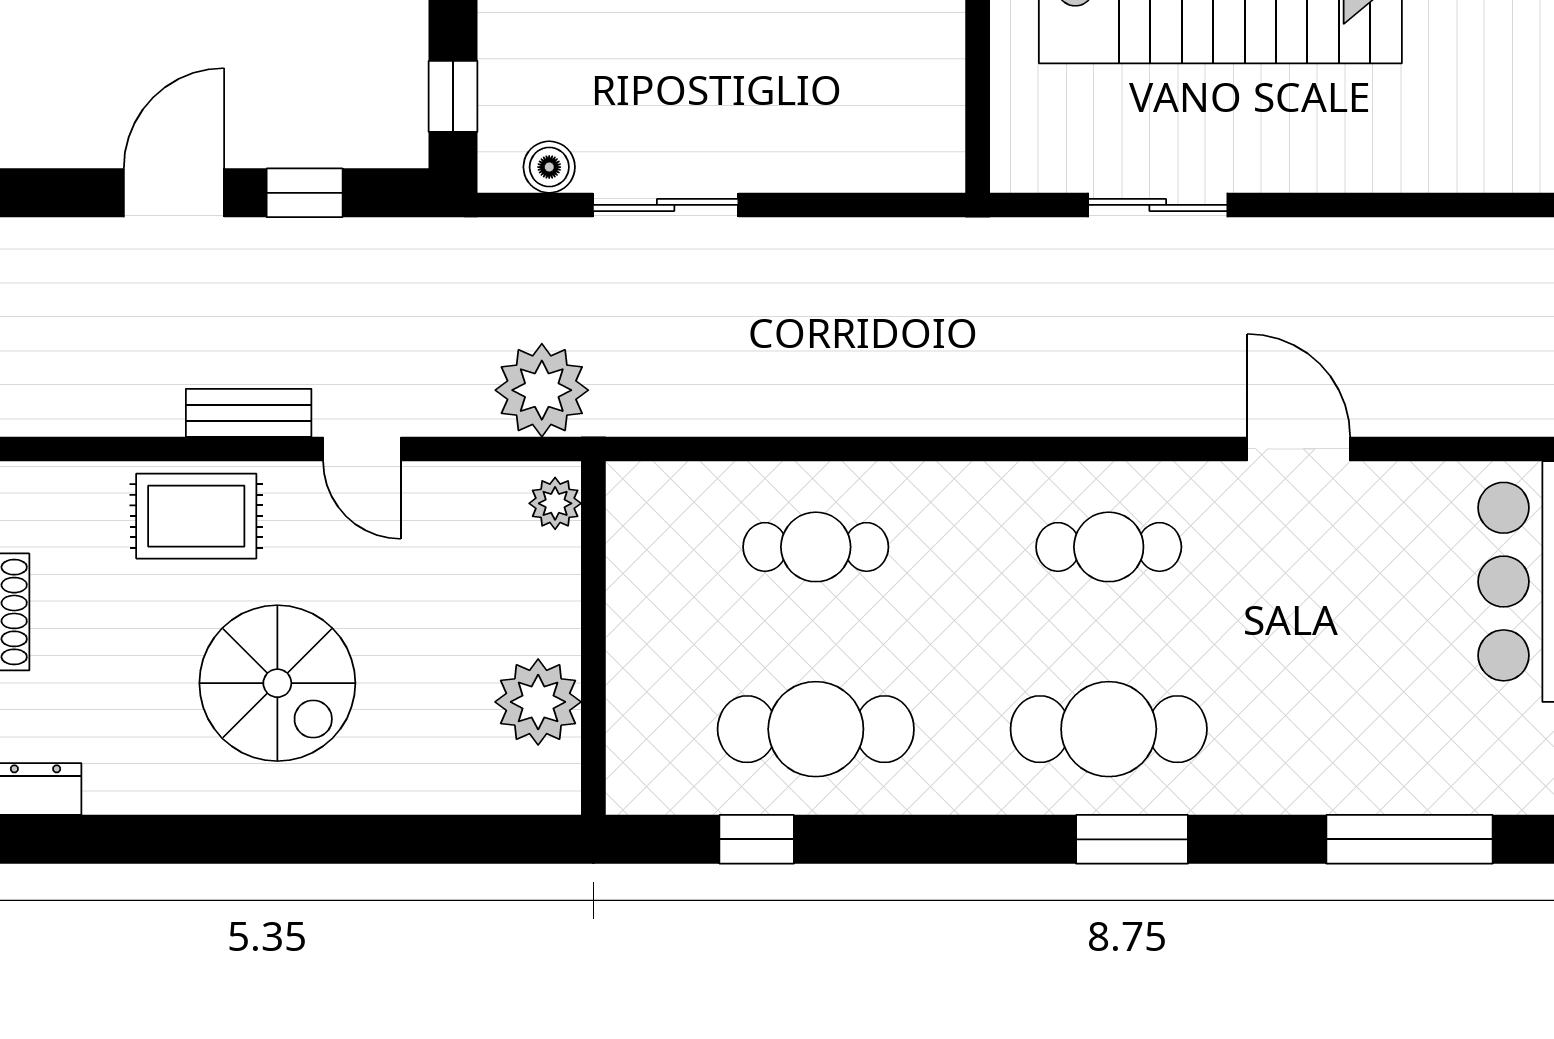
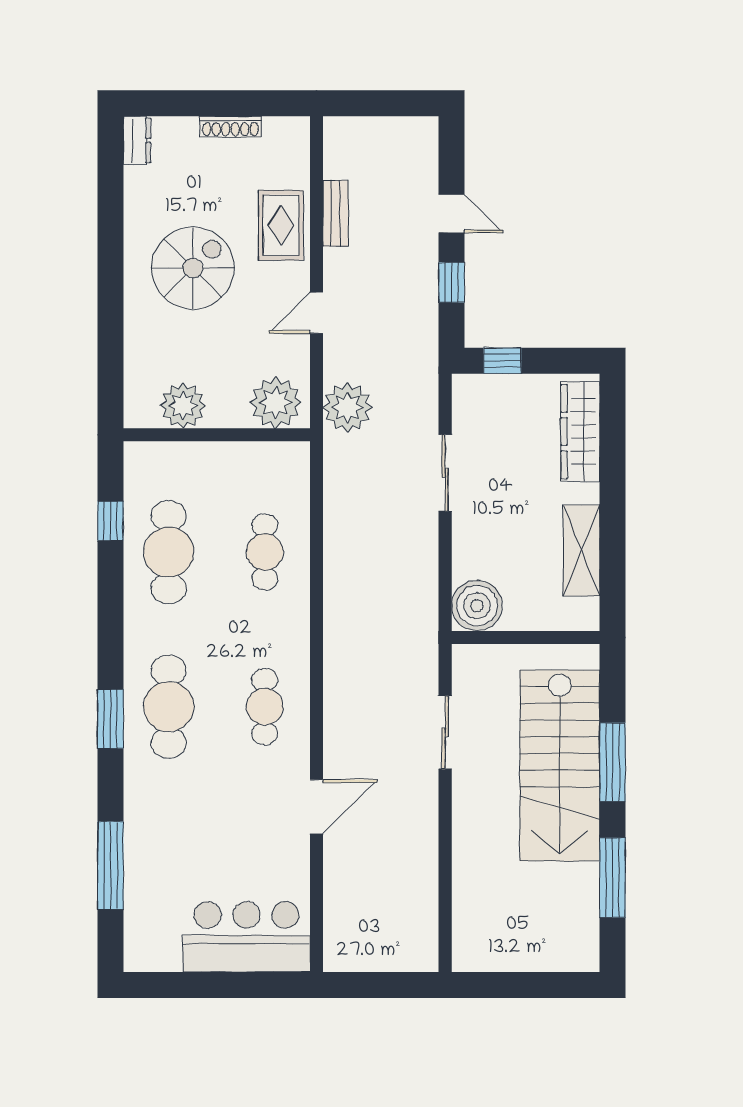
boiler: (549, 167) -> (477, 606), moved, width x1.86, depth x1.86
door: (174, 193) -> (452, 213), width x0.73
bench: (249, 413) -> (336, 213), moved
plant: (555, 503) -> (276, 403), width x1.88, depth x1.88
spiral stairs: (277, 683) -> (193, 268), turned 180

